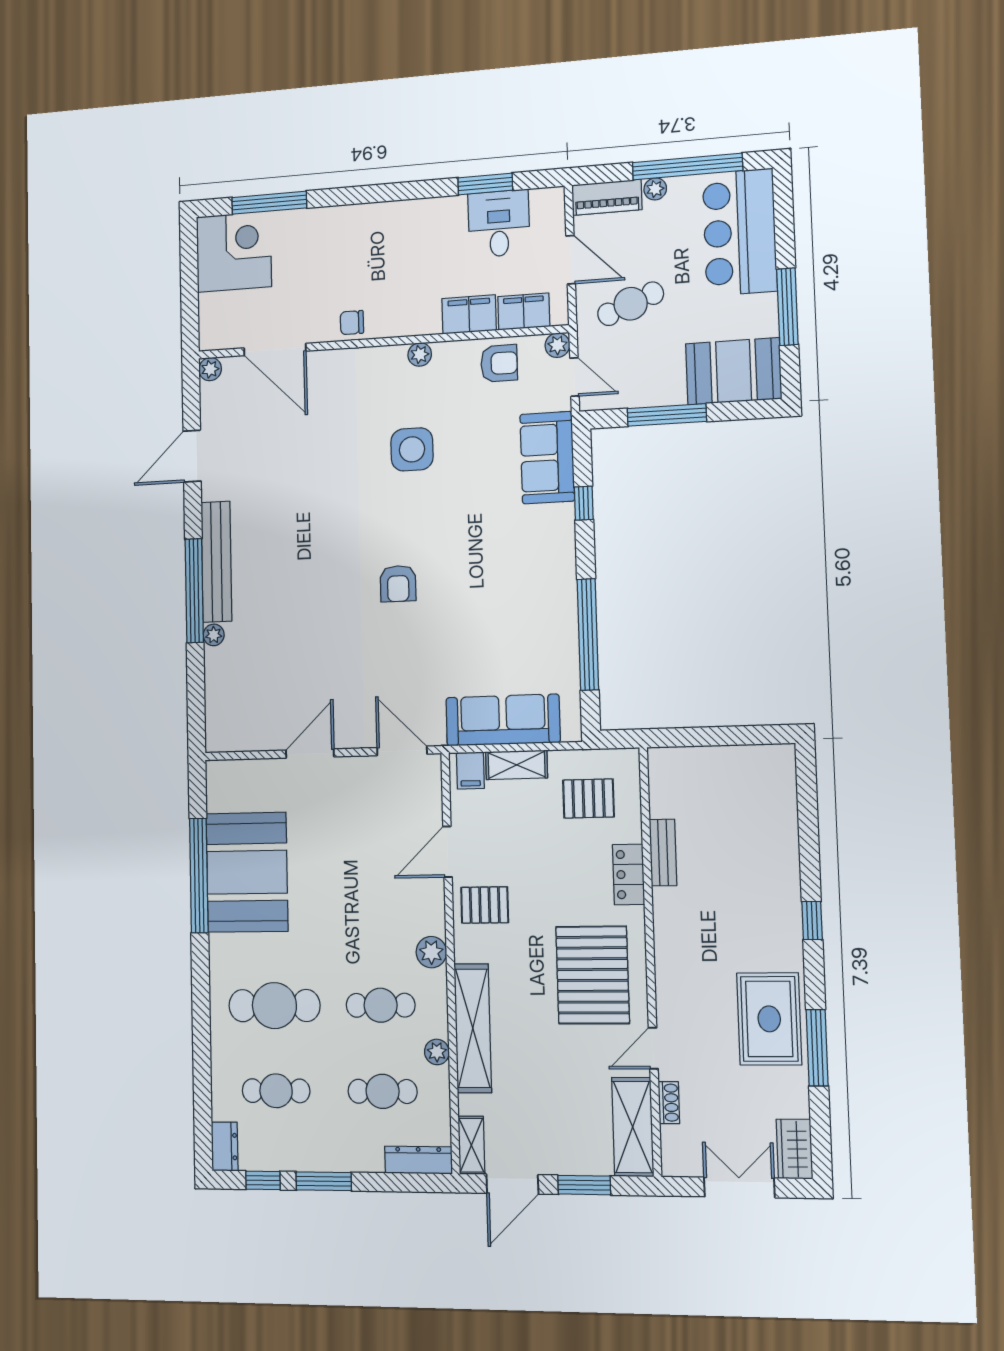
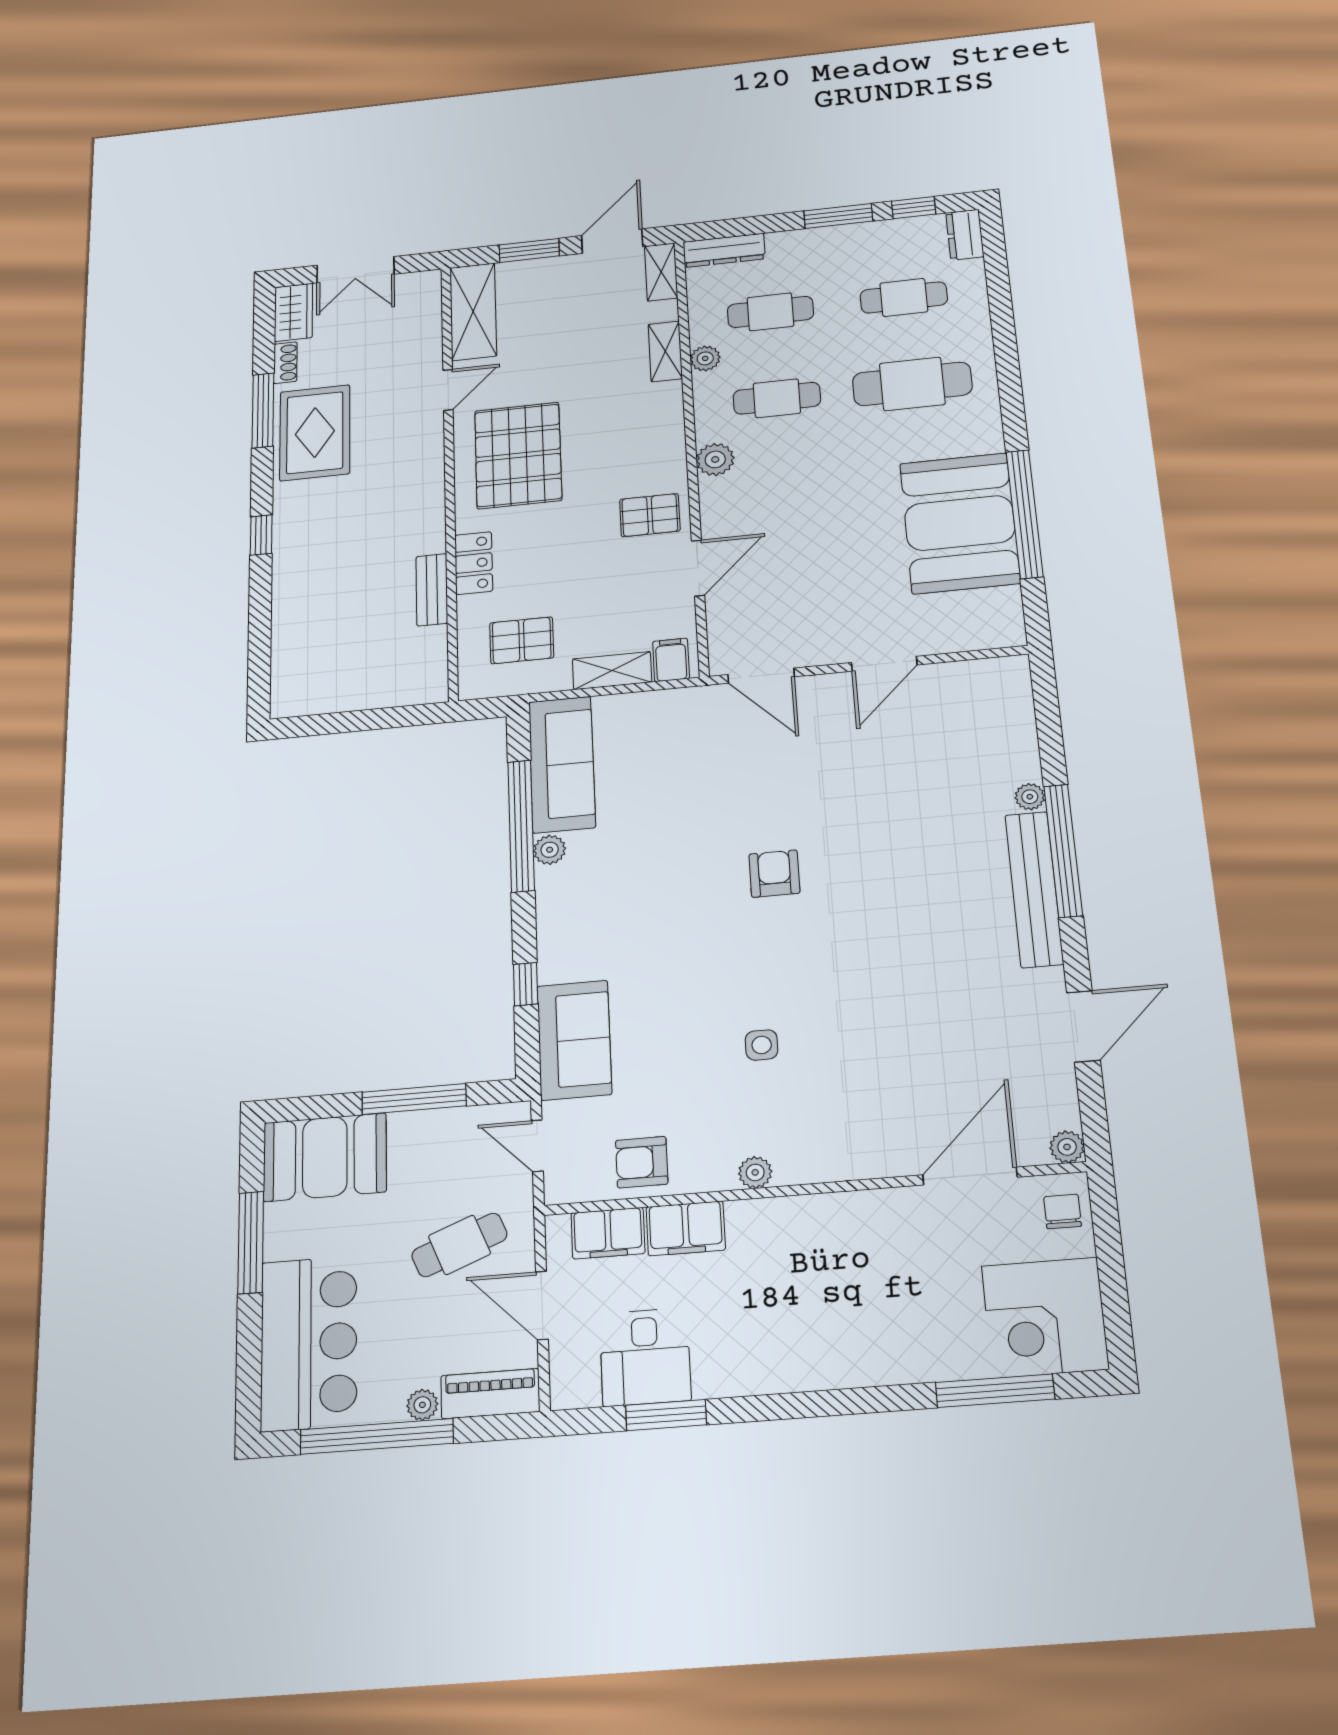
chair: (352, 323) -> (1063, 1211), moved, turned -90
plant: (557, 345) -> (550, 850), moved
door: (275, 350) -> (970, 1176), hinge flipped
side table: (412, 449) -> (762, 1045), width x0.54, depth x0.54
sofa: (503, 720) -> (562, 764), moved, turned -90
shelving: (473, 1028) -> (665, 351), width x0.45, depth x0.75
shoe rack: (669, 1103) -> (285, 363), moved, turned 180

